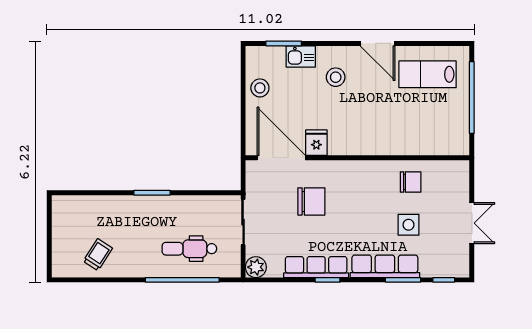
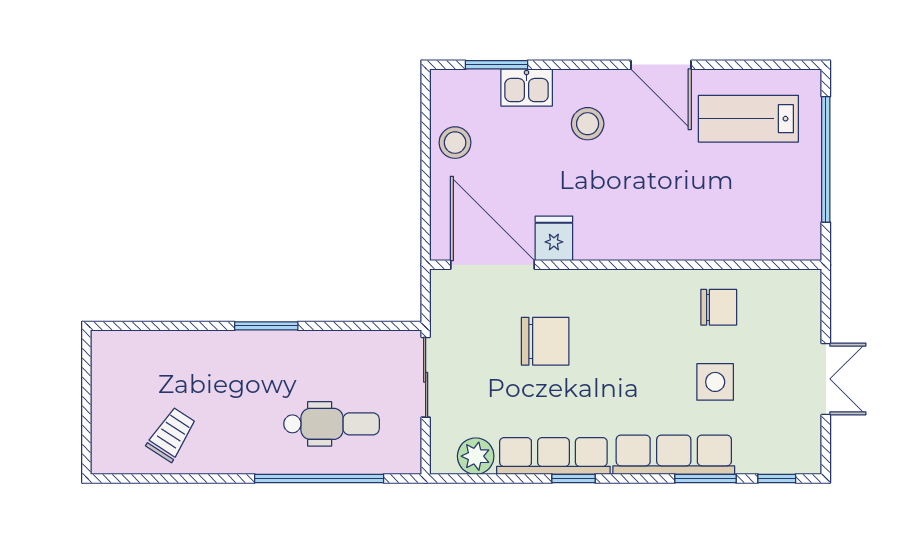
dental chair: (189, 249) -> (332, 424), turned 180
plant: (256, 267) -> (476, 456), moved

